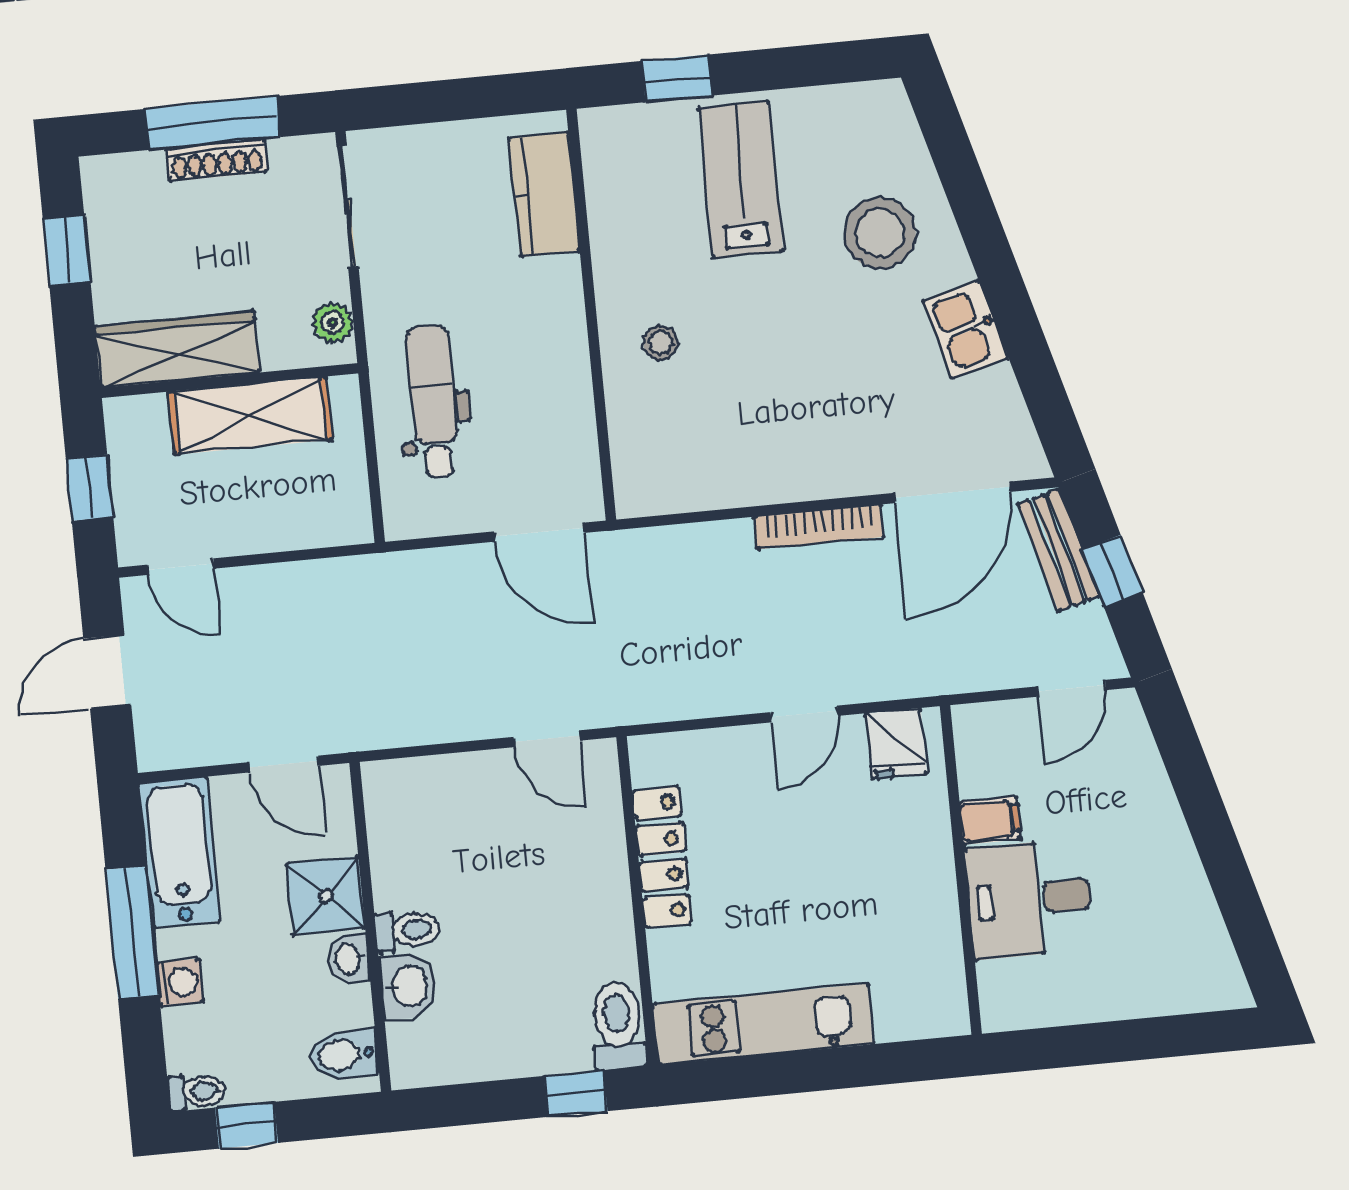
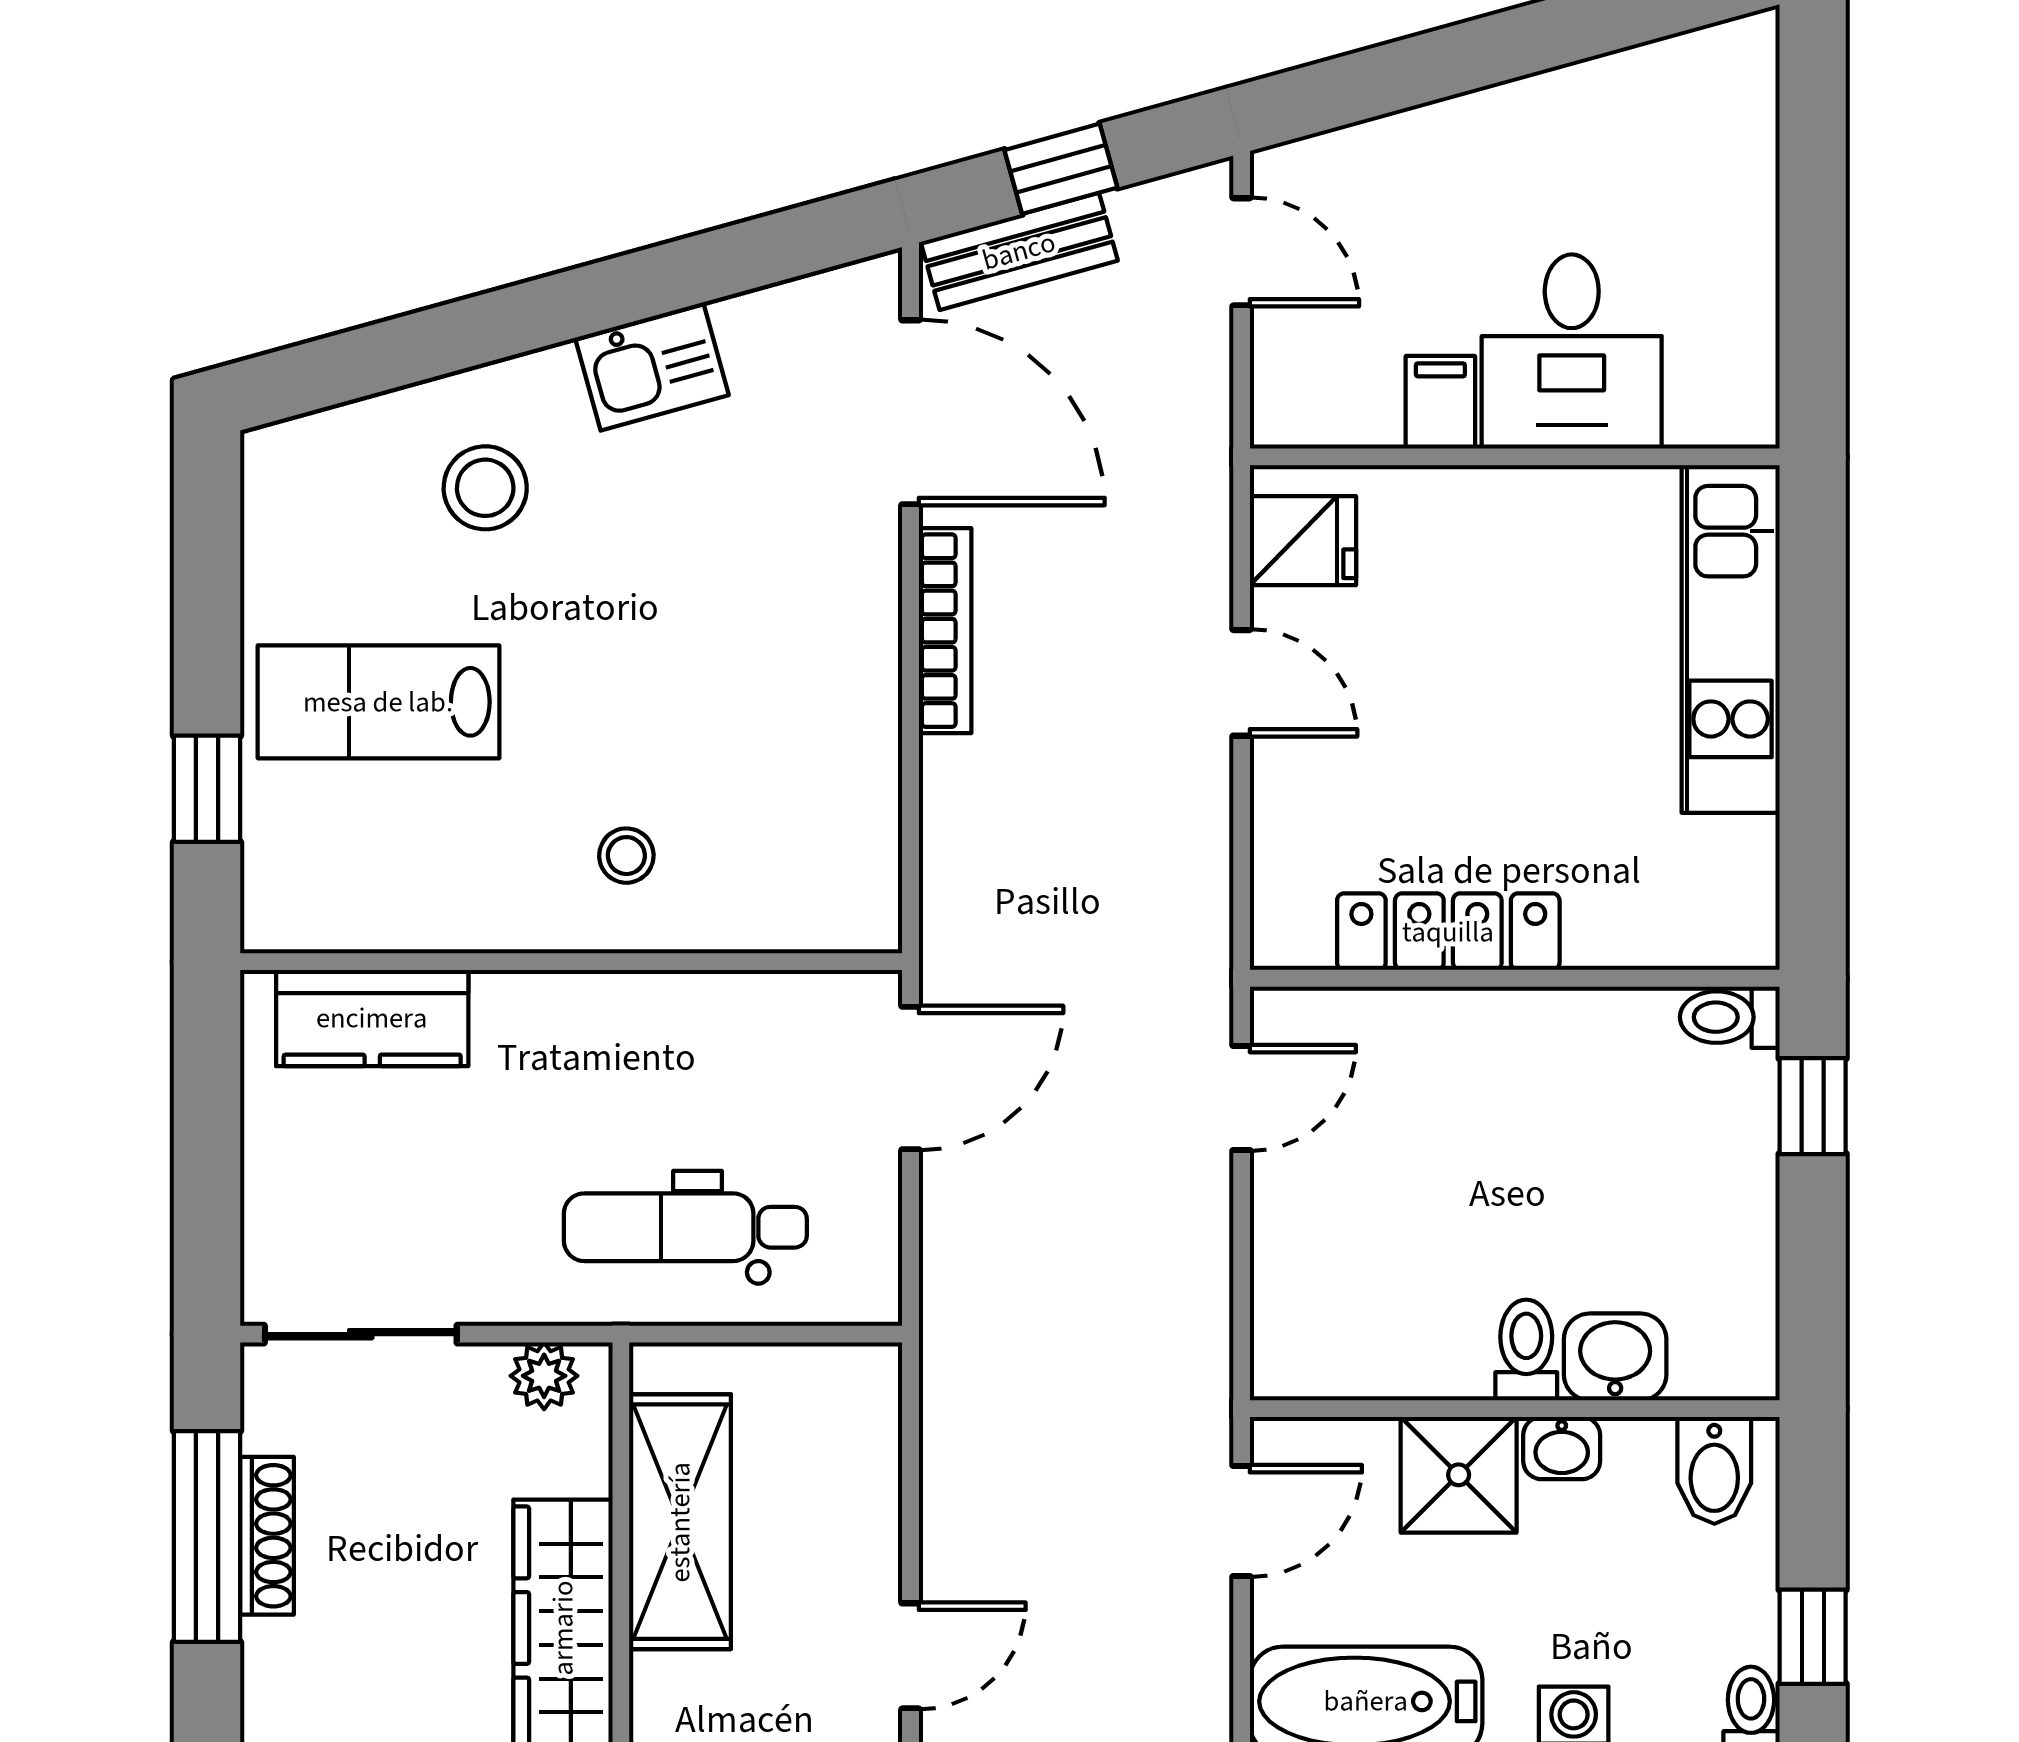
stool: (880, 233) -> (485, 488), width x0.73, depth x0.73
kitchen unit: (763, 1024) -> (1731, 639), moved
toilet: (618, 1026) -> (1730, 1017), width x0.73, depth x0.72

